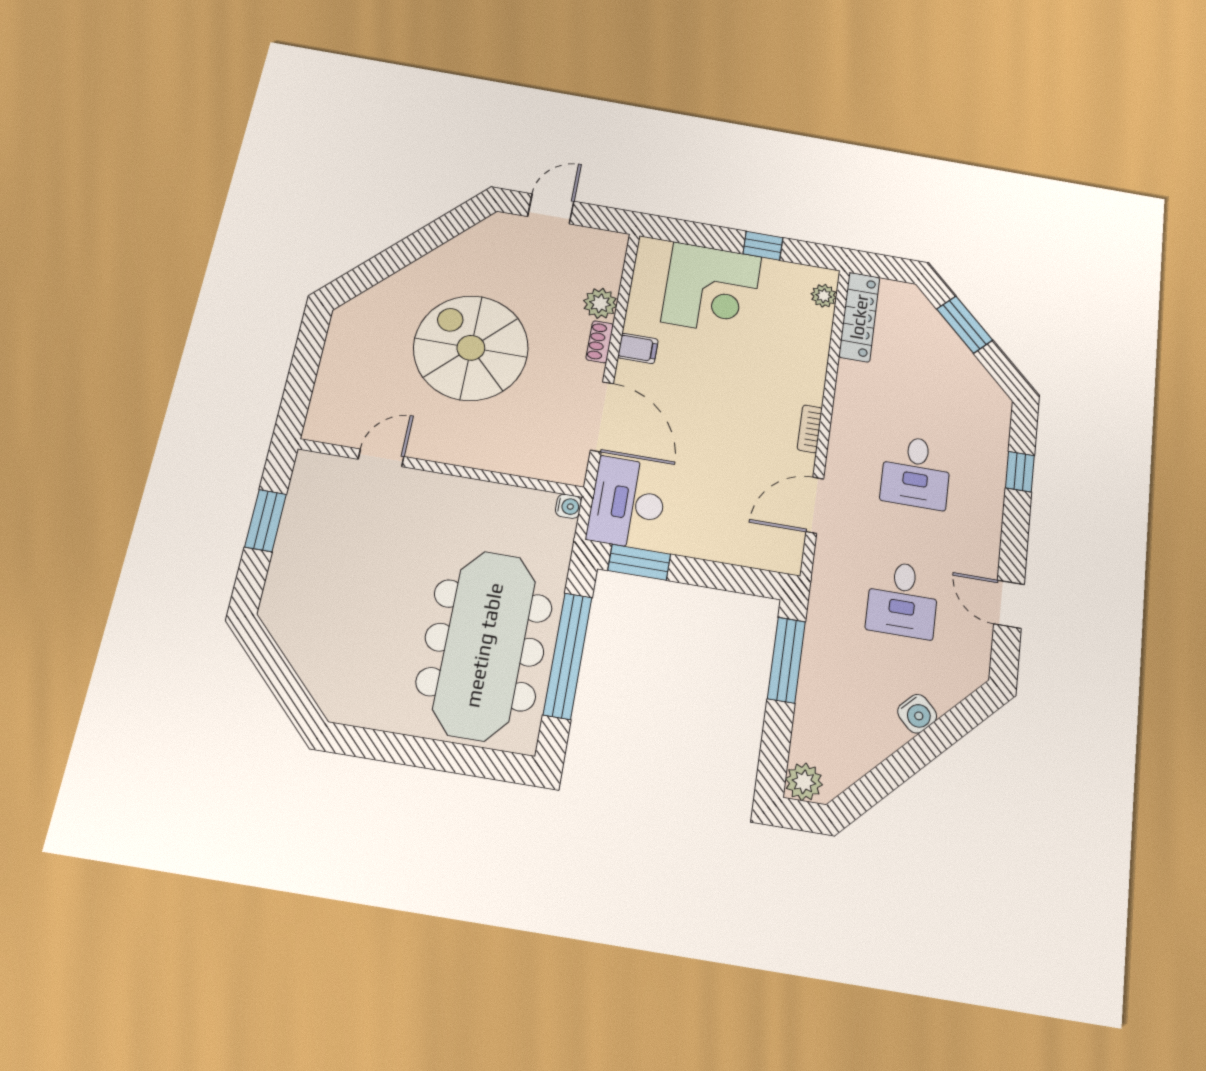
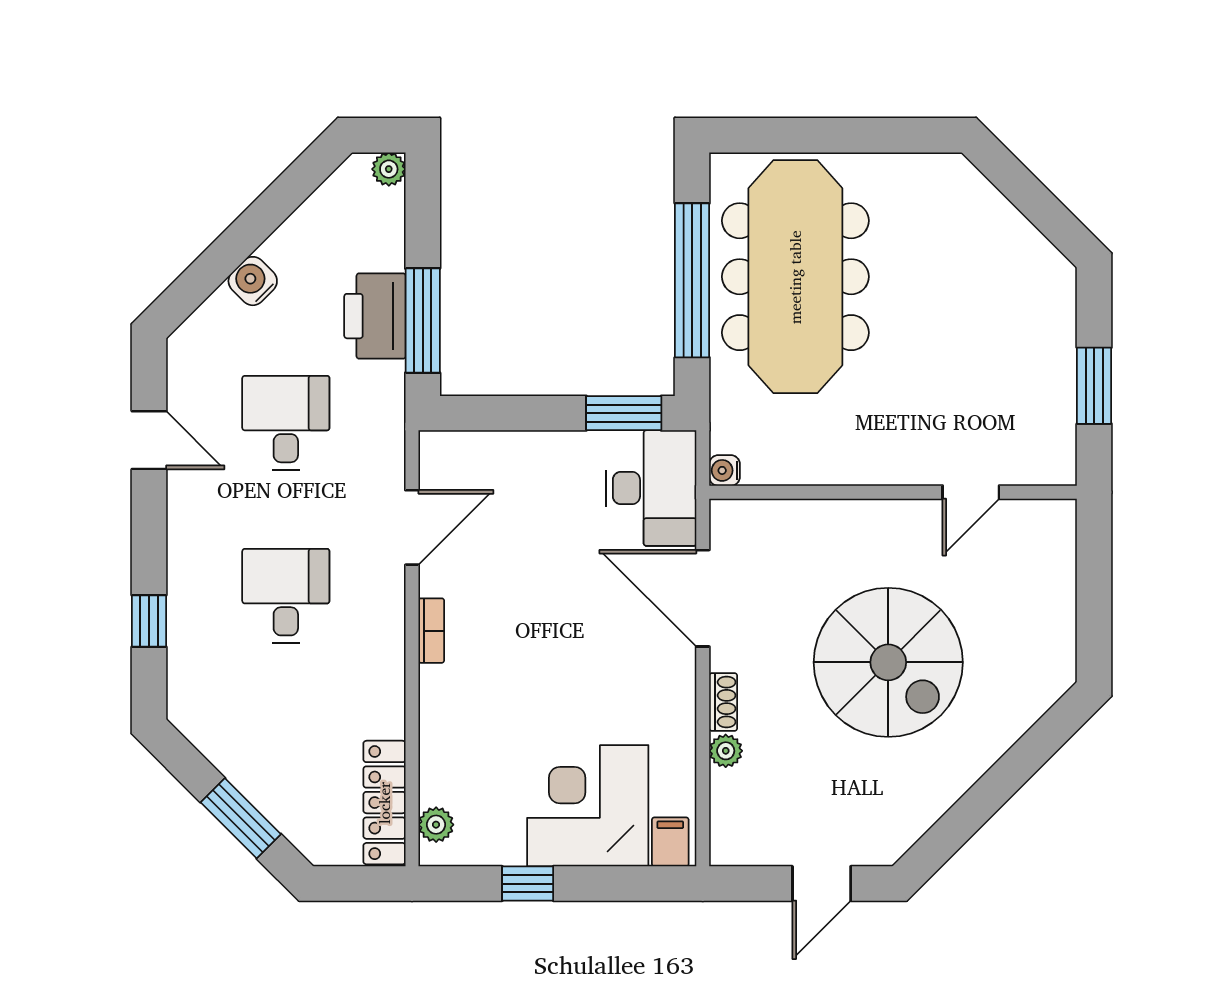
plant: (600, 303) -> (726, 751), width x0.73, depth x0.73
filing cabinet: (638, 348) -> (670, 842), moved, turned 90
printer: (824, 670) -> (375, 316), added
plant: (804, 782) -> (389, 169), width x0.73, depth x0.73

